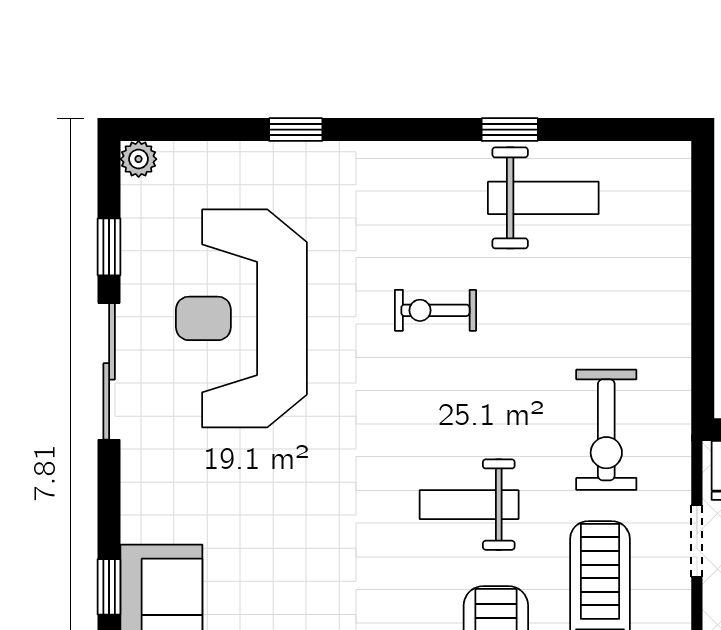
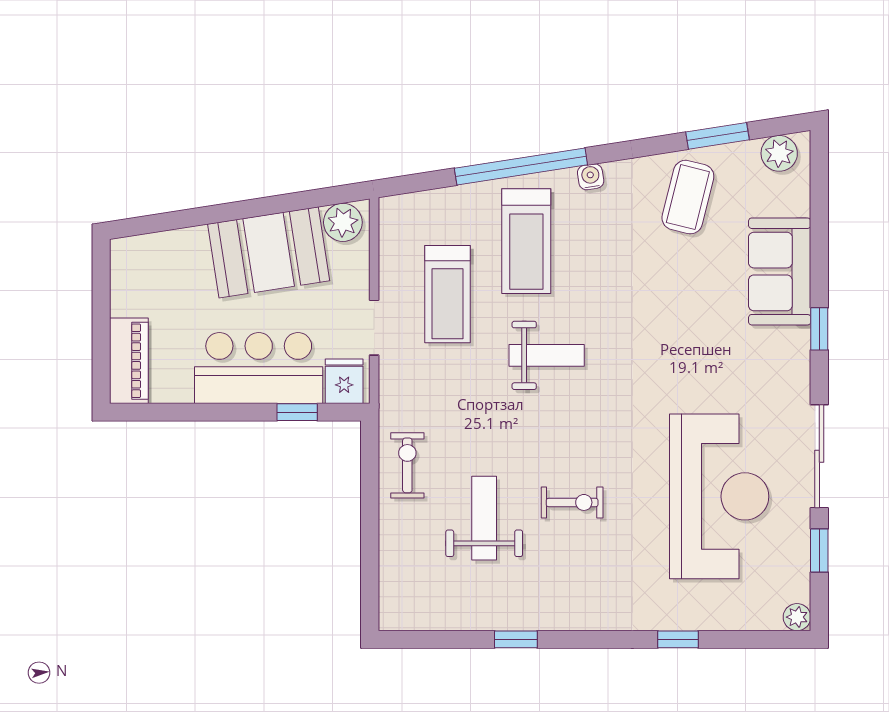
weight bench: (543, 198) -> (484, 518), moved, turned 90
exercise bike: (606, 430) -> (407, 465), moved, width x0.73, depth x0.72
window: (109, 587) -> (819, 329), moved

